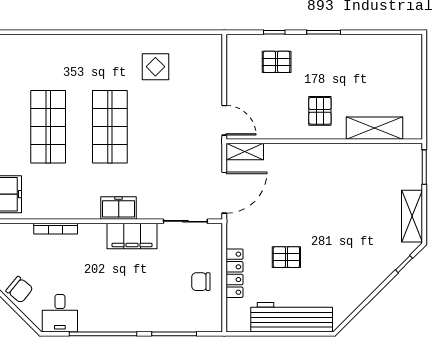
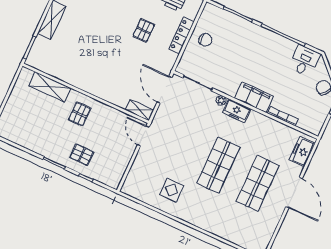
pallet: (277, 62) -> (82, 155), moved
door: (224, 193) -> (164, 90), hinge flipped
plant: (145, 213) -> (221, 100), added
filing cabinet: (132, 236) -> (254, 97), moved
pallet: (286, 257) -> (144, 31), turned 90

